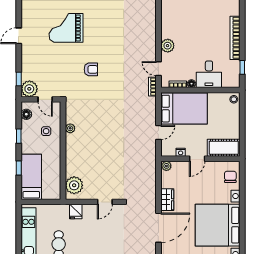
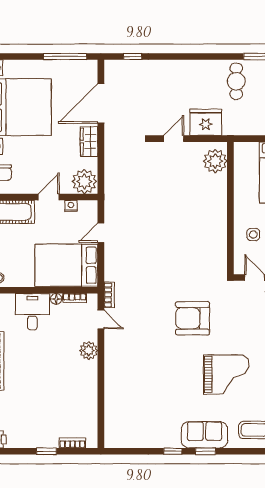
armchair: (91, 69) -> (193, 318), width x1.88, depth x1.88
plant: (70, 128) -> (221, 238), removed
plant: (166, 166) -> (84, 182), width x1.87, depth x1.87
fridge: (76, 211) -> (206, 122), width x1.88, depth x1.34

